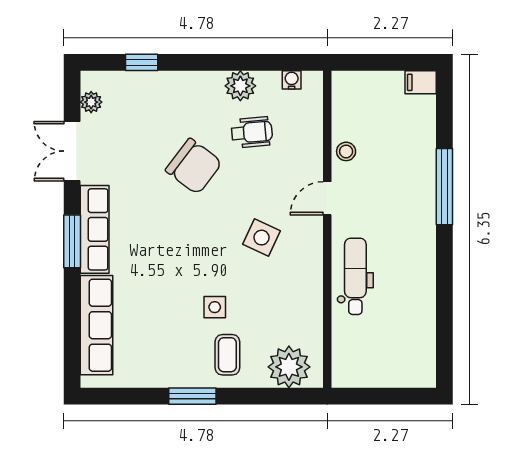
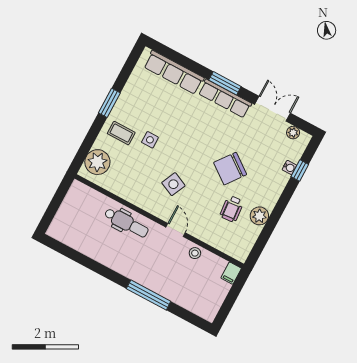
water cooler: (292, 80) -> (289, 167), moved
filing cabinet: (421, 82) -> (231, 273), moved, turned 180

